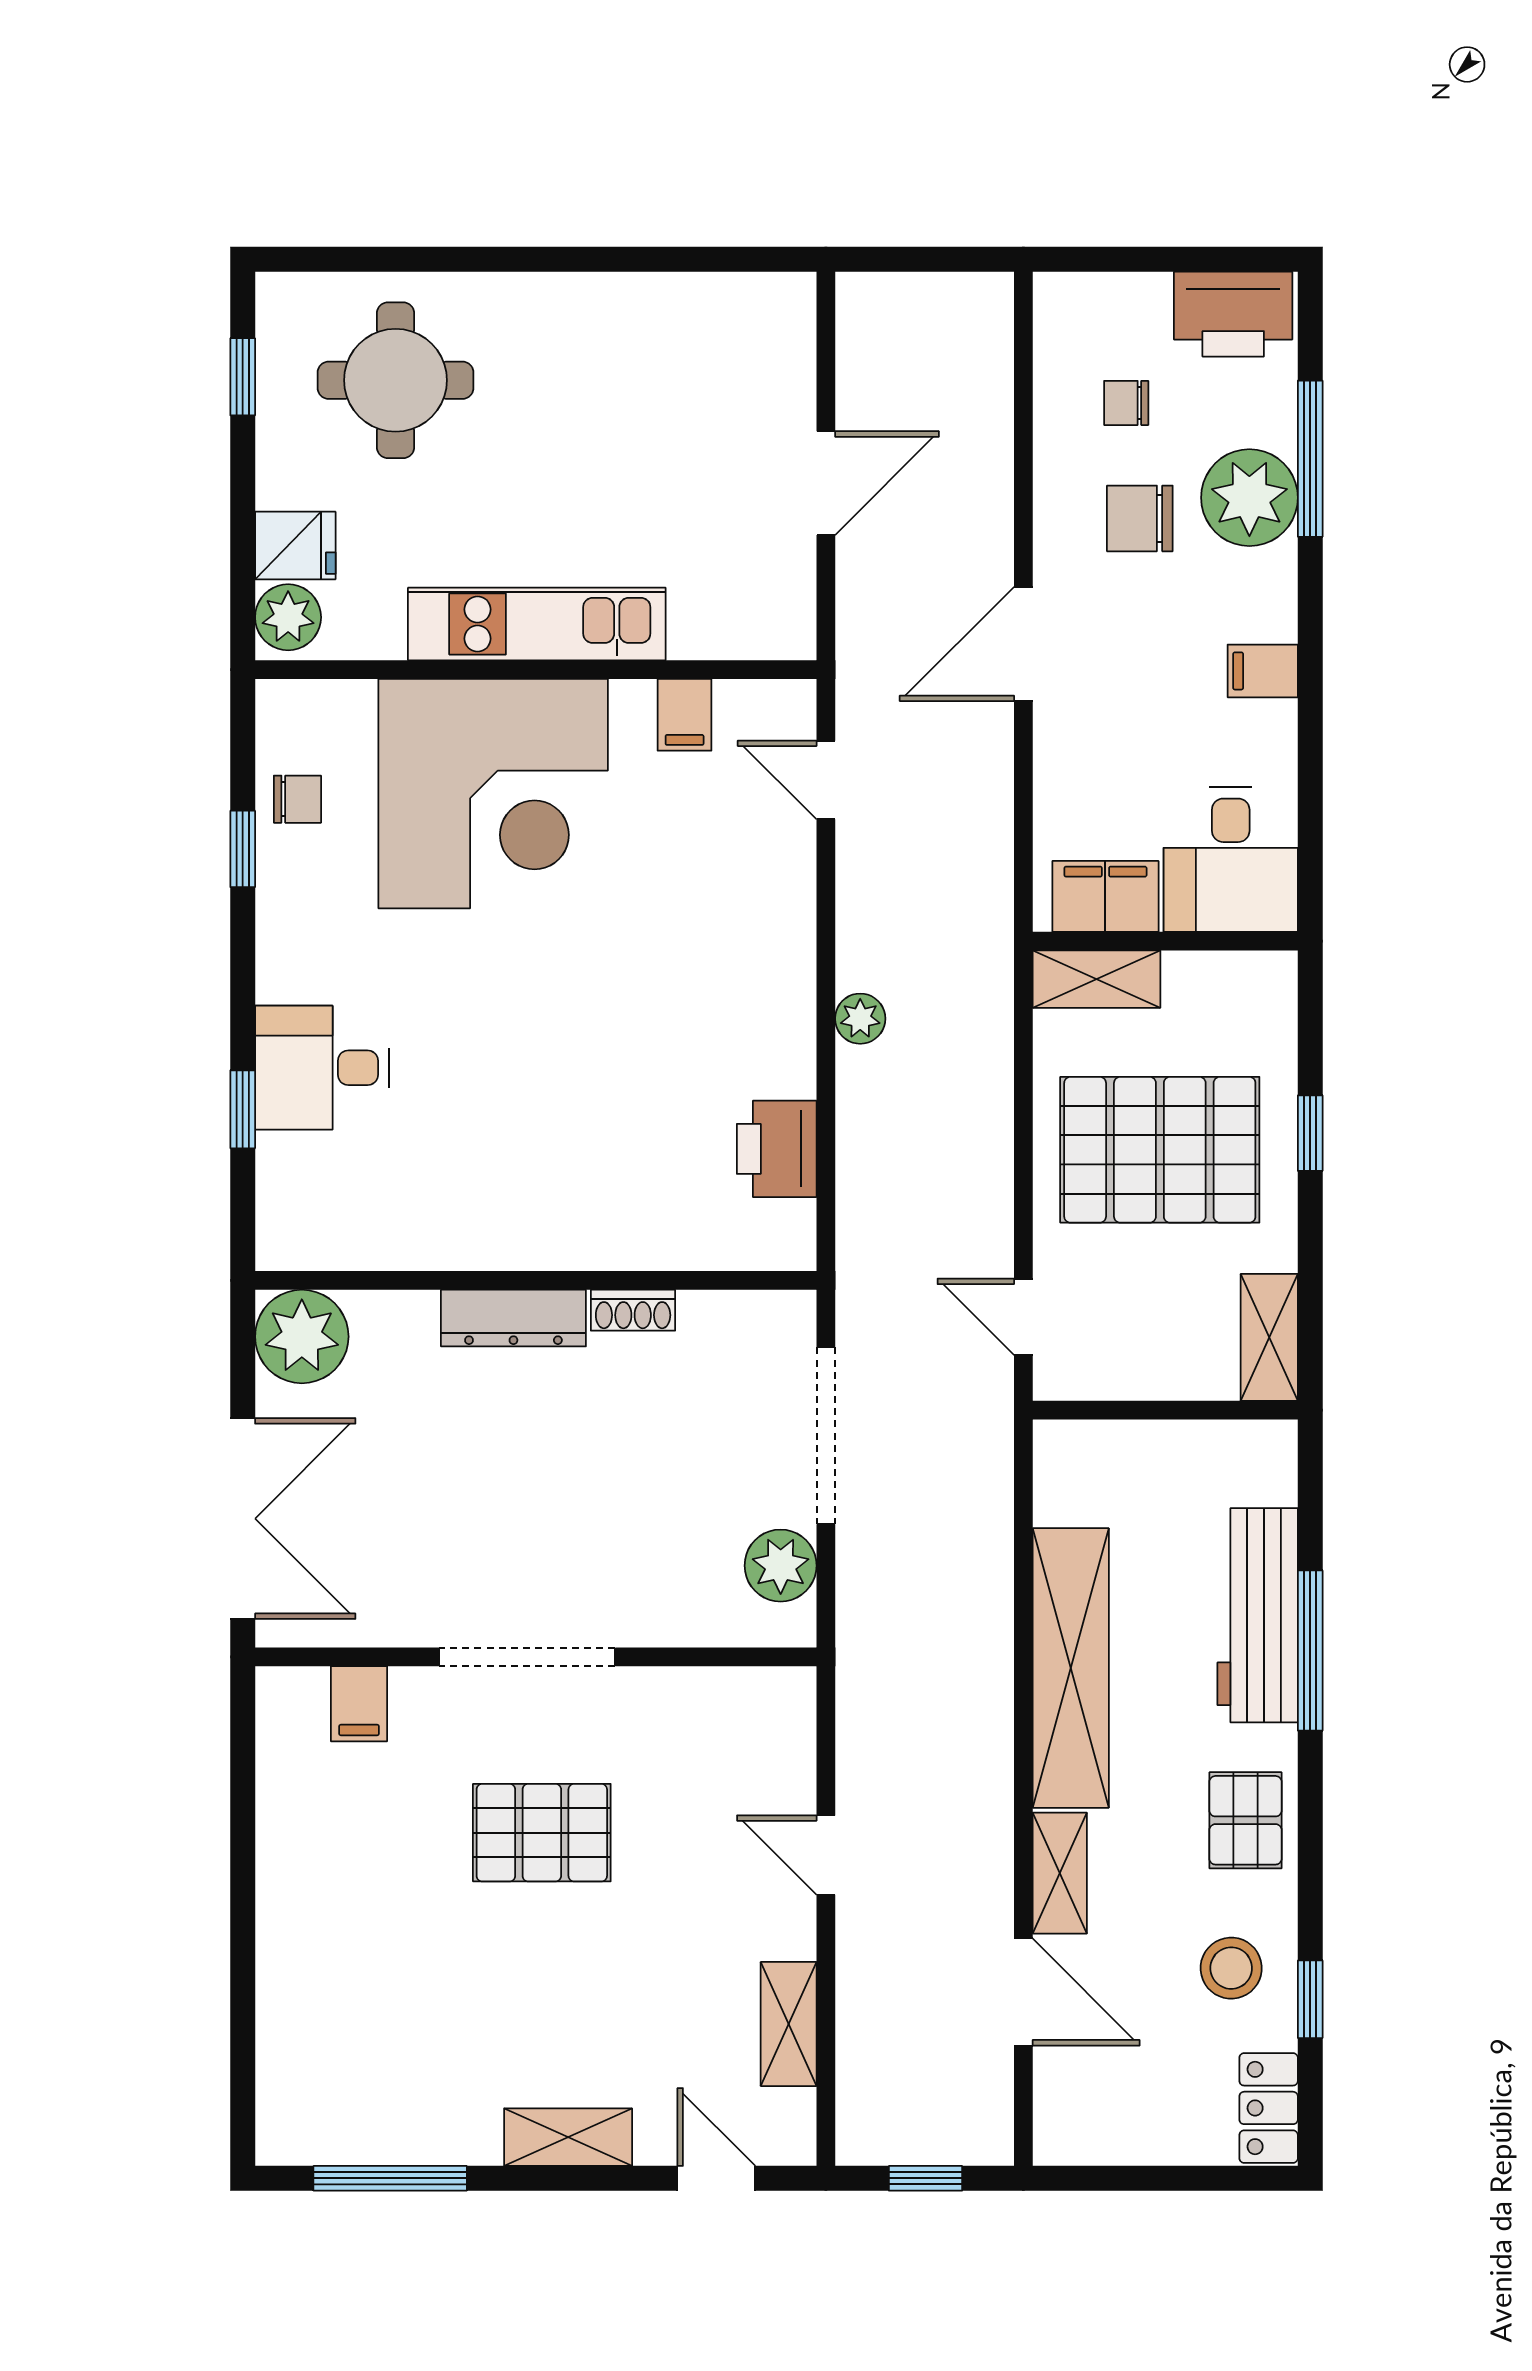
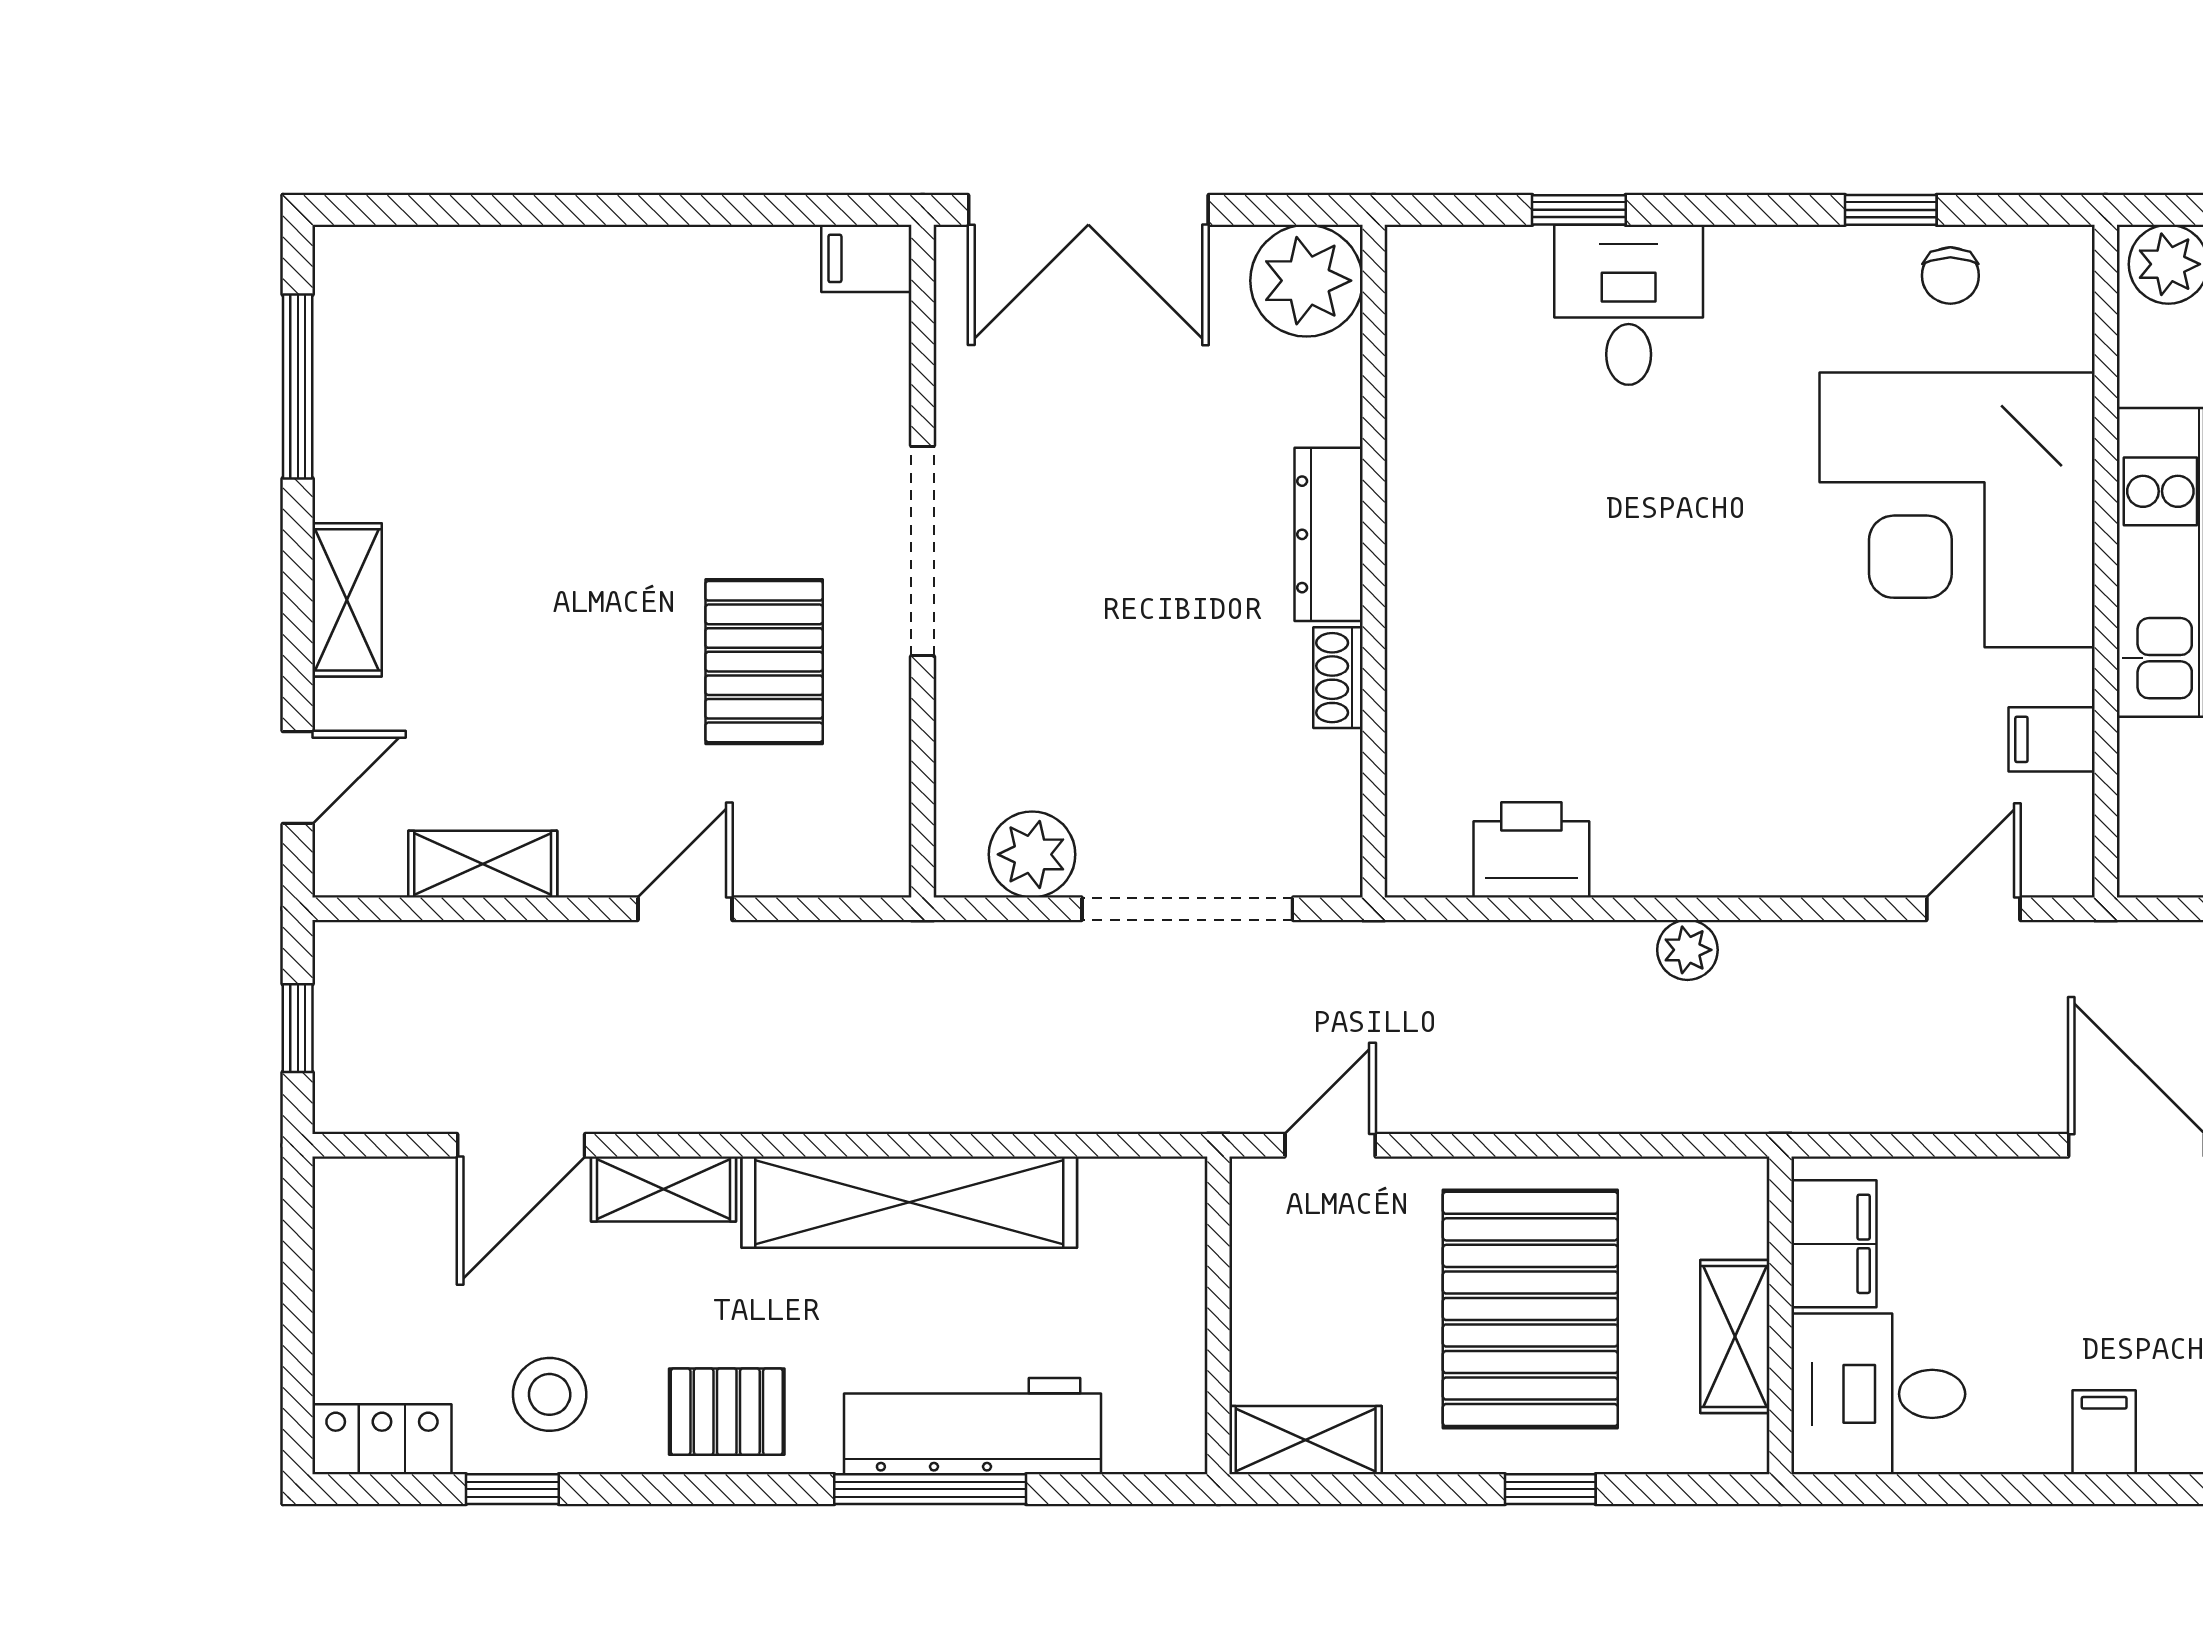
shelving: (1096, 979) -> (1735, 1336), moved
filing cabinet: (359, 1704) -> (866, 258), moved
pallet: (542, 1833) -> (764, 662), moved

